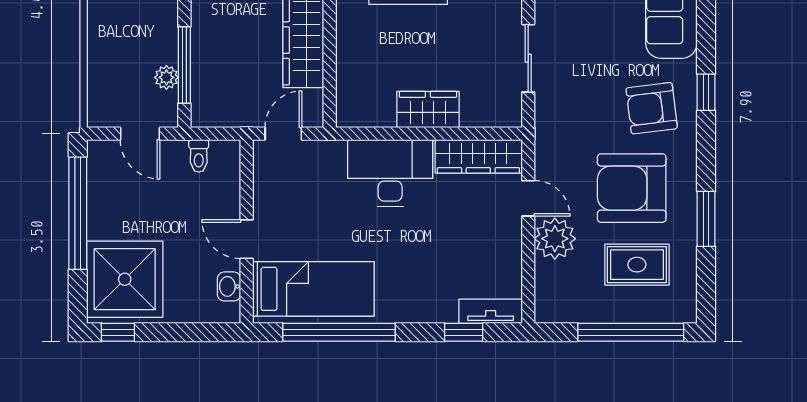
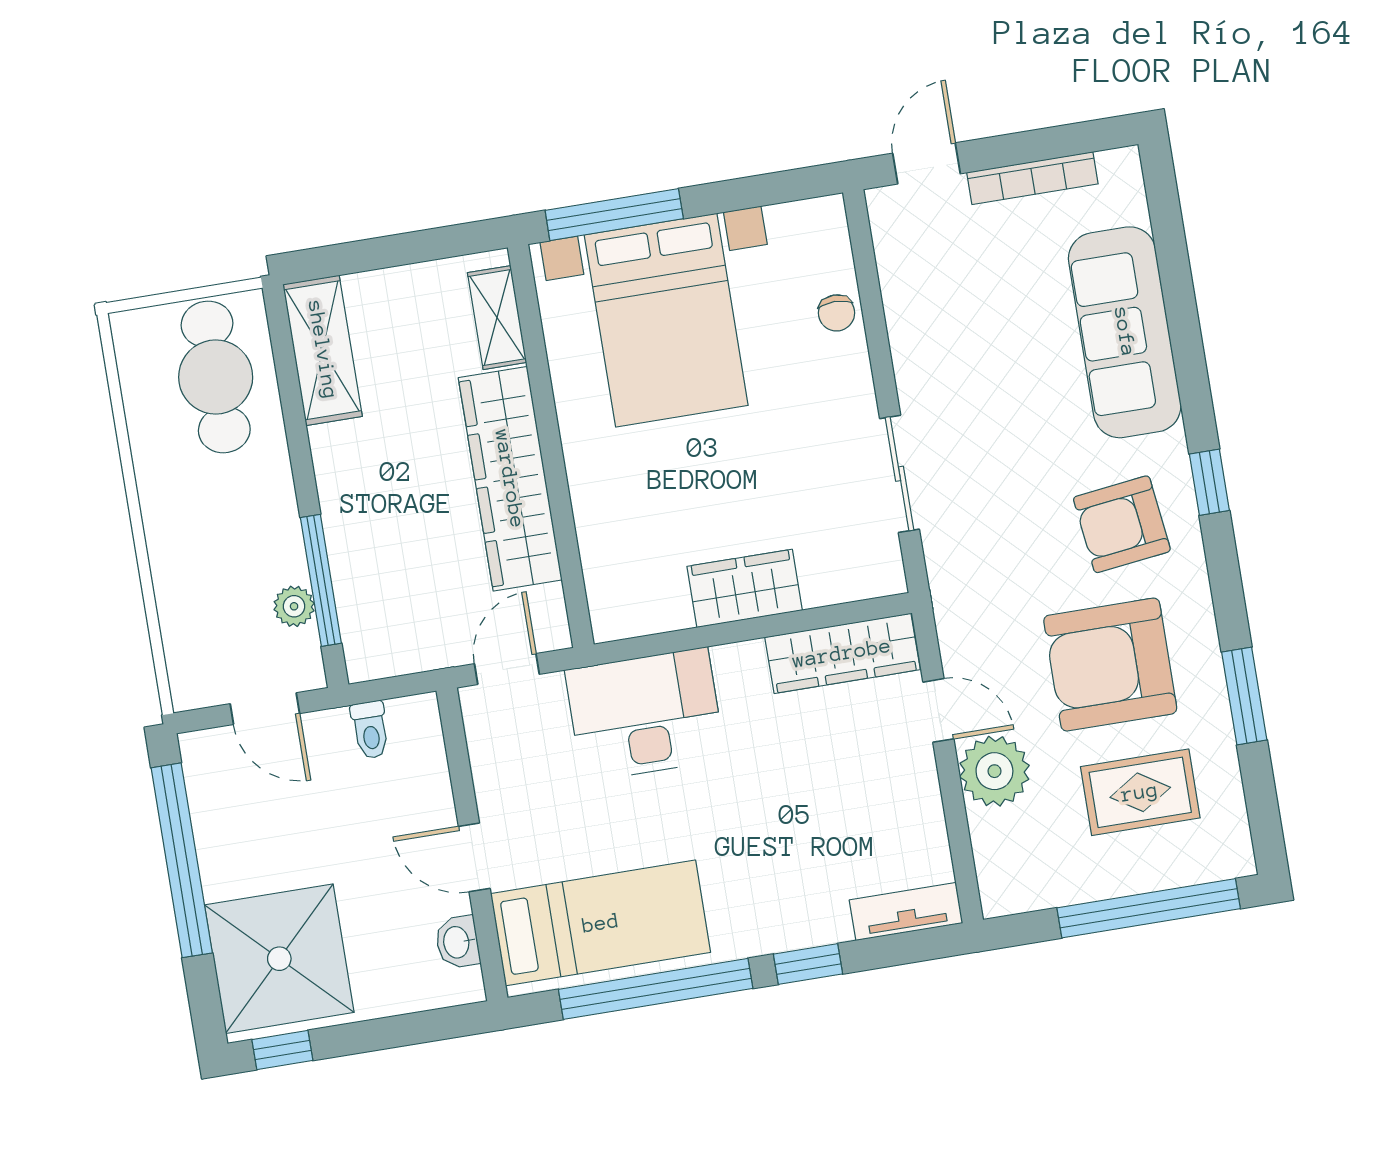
desk: (390, 173) -> (645, 715), moved
window: (464, 332) -> (808, 964), moved

